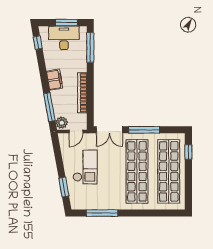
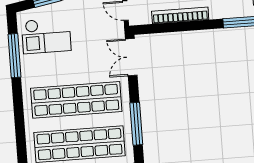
window: (144, 130) -> (136, 124), moved
checkout: (85, 167) -> (46, 36), moved

